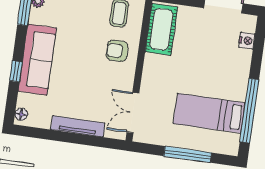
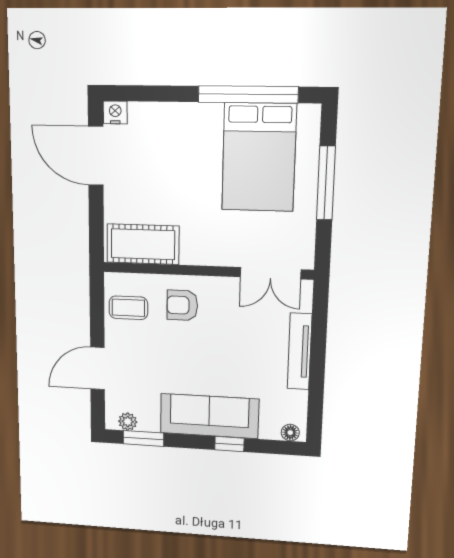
nightstand: (247, 41) -> (115, 112), moved
armchair: (117, 51) -> (182, 305), turned 90
bed: (209, 113) -> (259, 157), width x1.50

